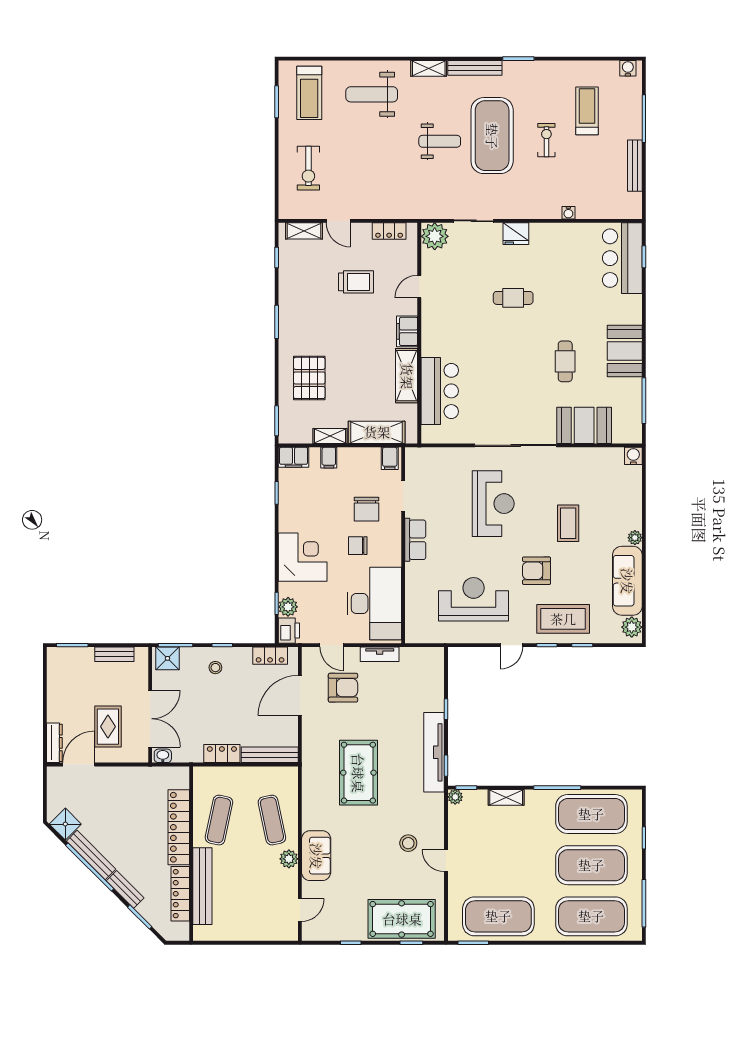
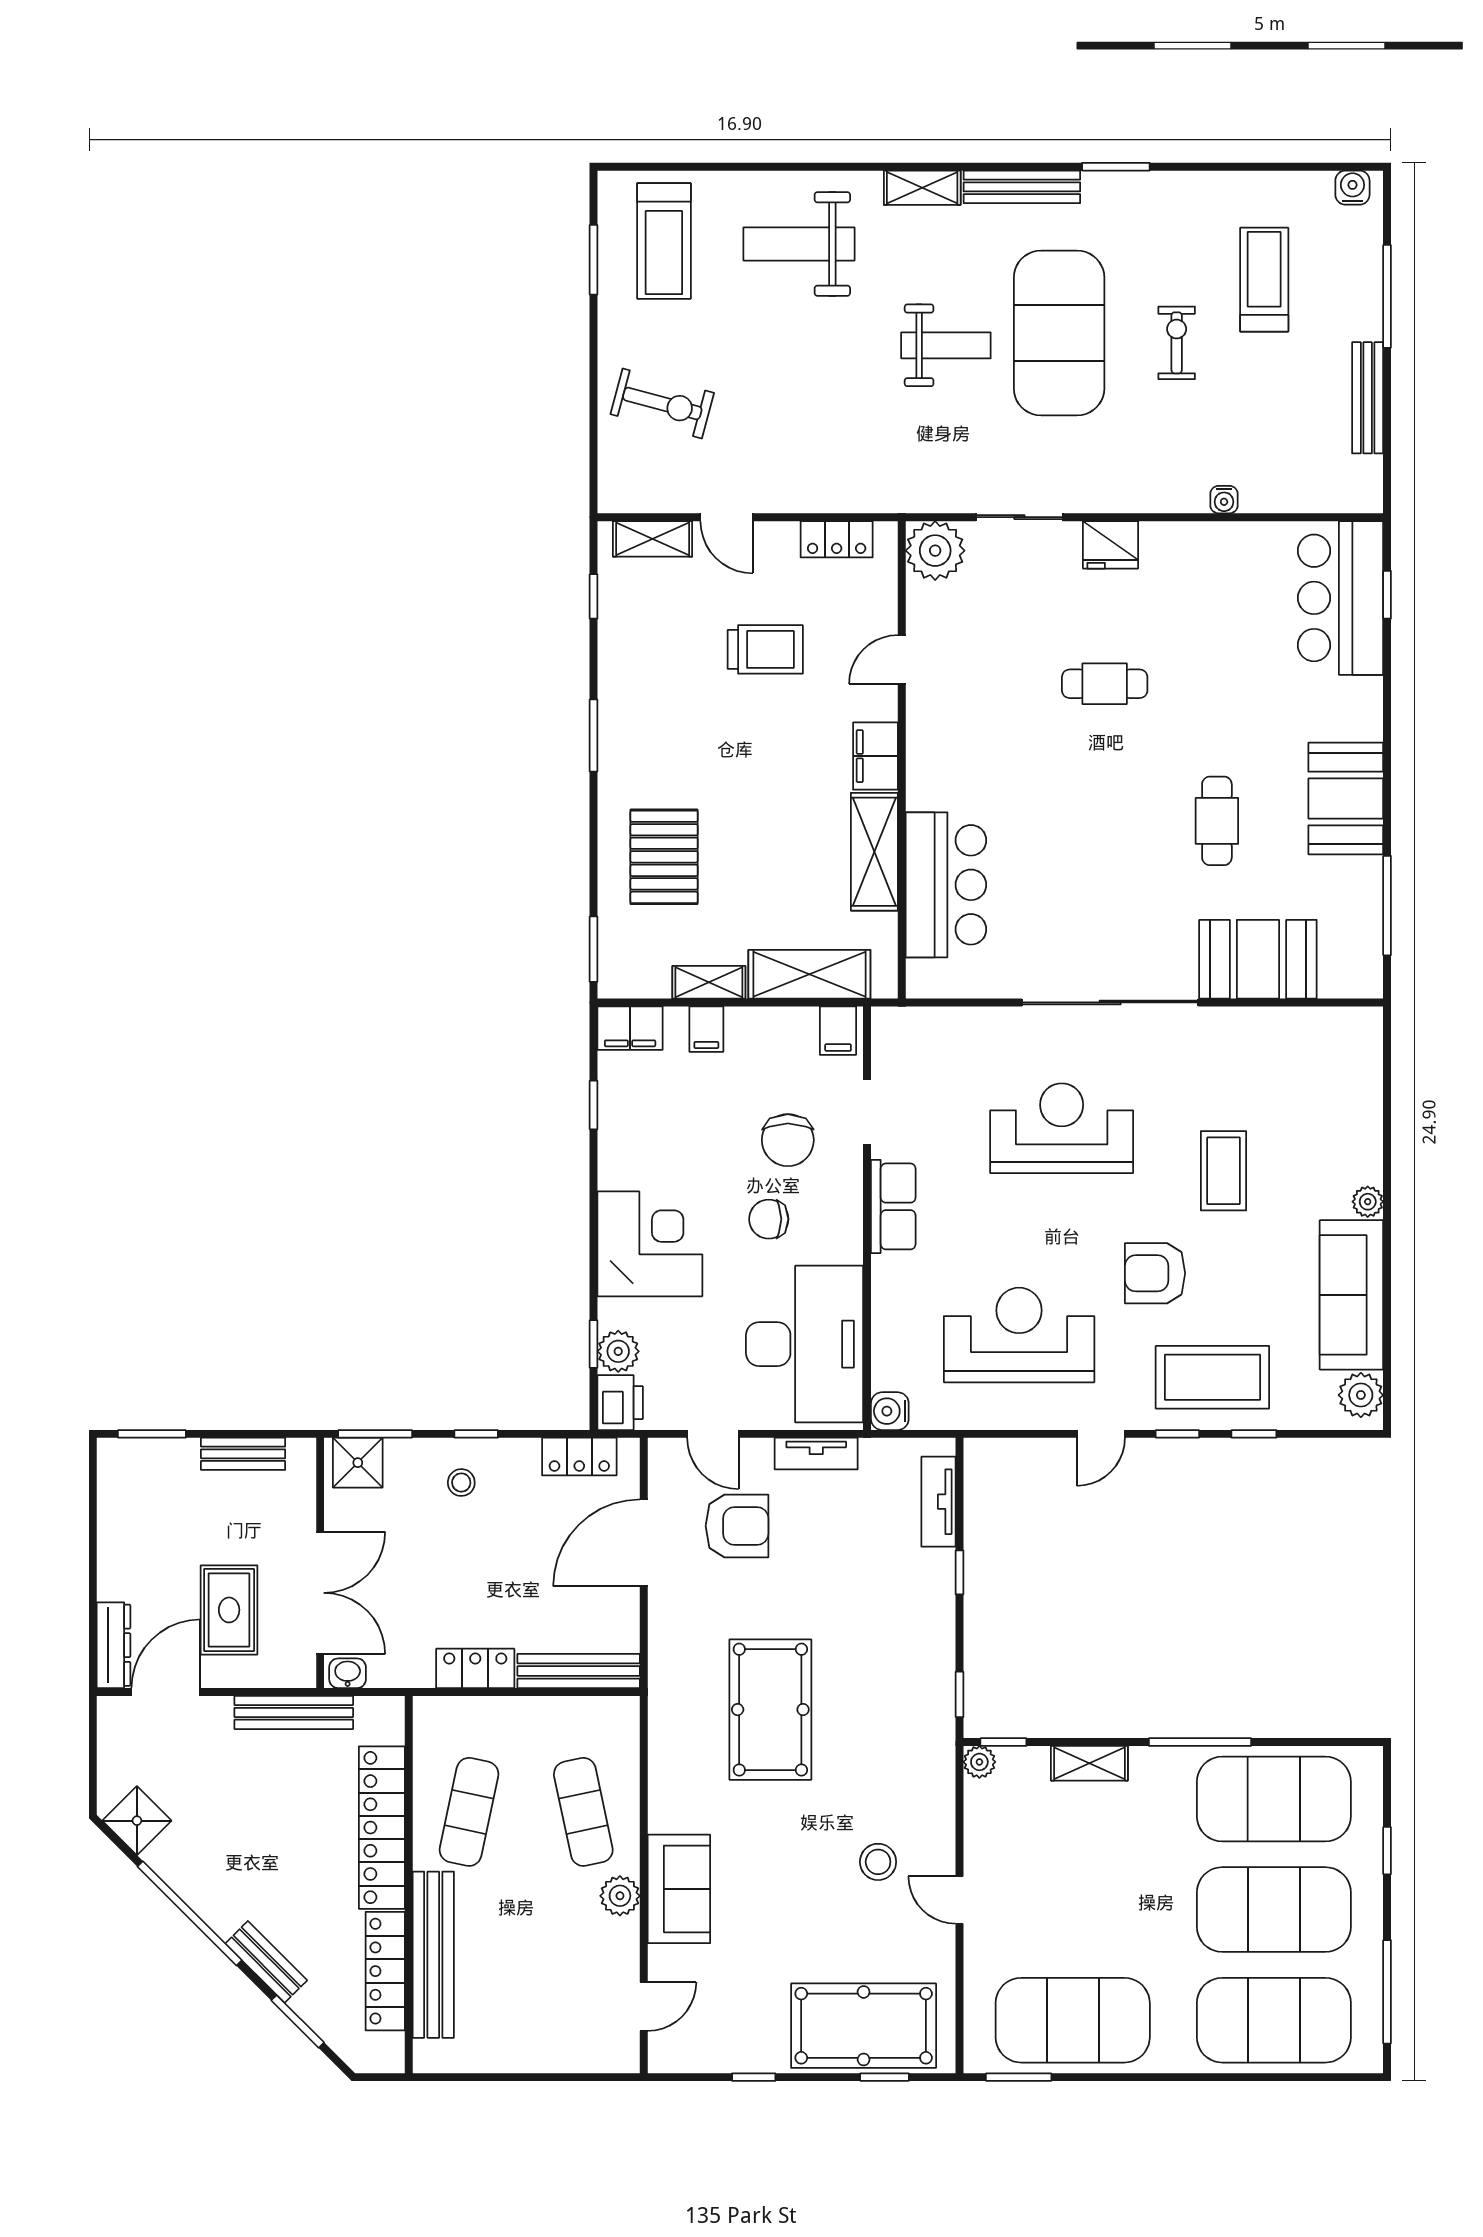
exercise bike: (308, 168) -> (662, 403), turned -75
water cooler: (633, 456) -> (890, 1411), moved, turned -90
reception desk: (493, 504) -> (1062, 1128), turned -90
tv unit: (434, 752) -> (938, 1502), moved, width x0.52, depth x0.78
bench: (91, 855) -> (294, 1712), moved, turned -45

